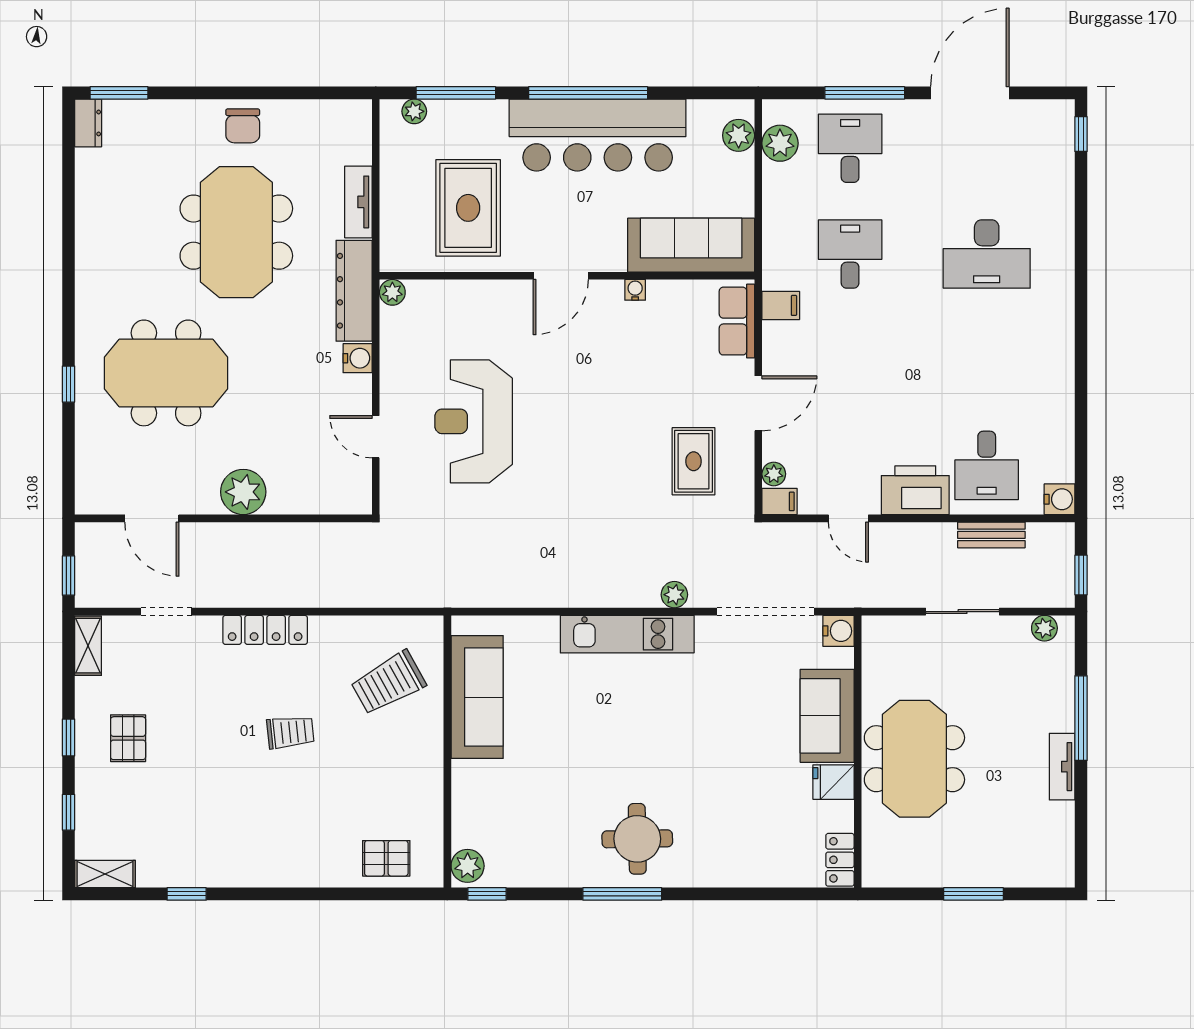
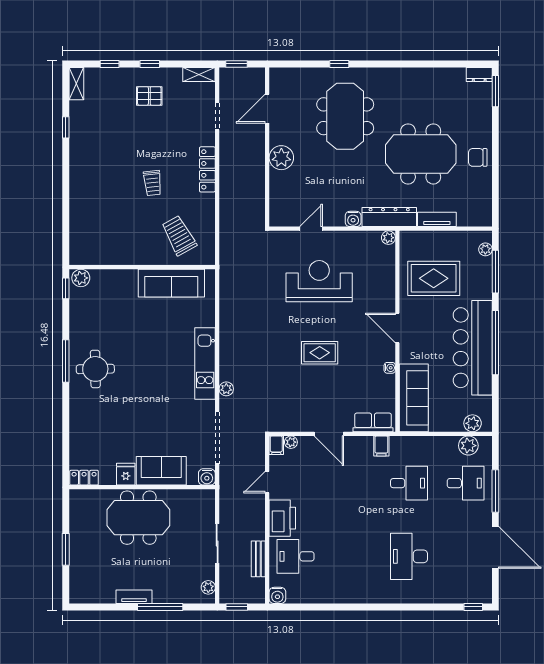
rug: (694, 461) -> (320, 353), moved
pallet: (386, 858) -> (85, 234), removed

